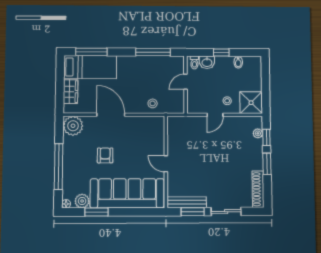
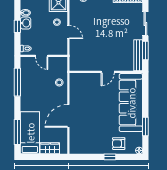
washbasin: (207, 62) -> (26, 23), moved
plant: (73, 126) -> (77, 146), removed
armchair: (105, 155) -> (119, 144), moved
window: (59, 167) -> (110, 157), width x0.32
plant: (82, 201) -> (137, 138), removed

